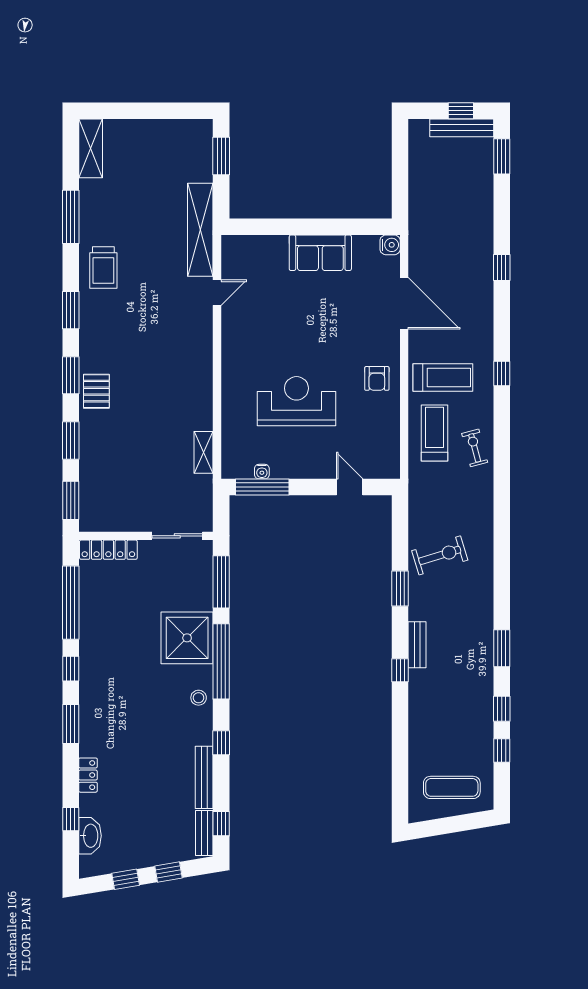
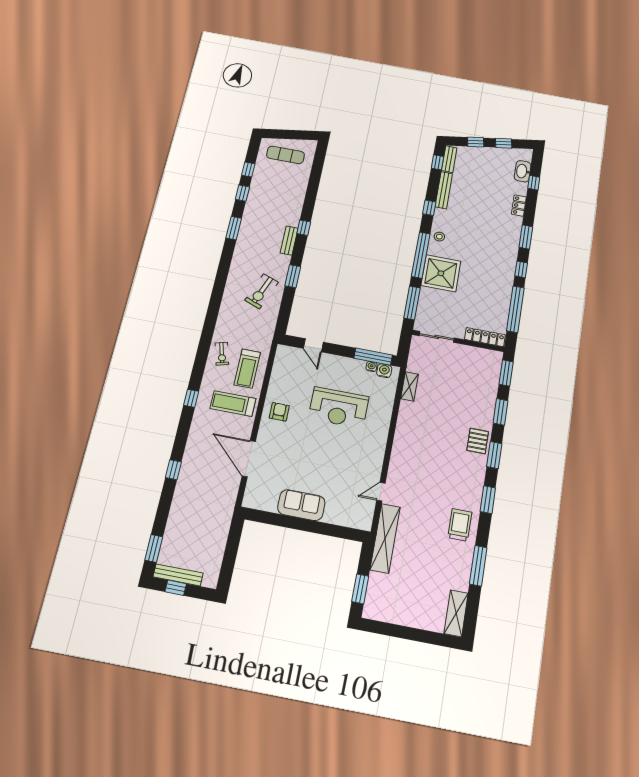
water cooler: (390, 245) -> (384, 371), moved, turned 90
exercise bike: (440, 555) -> (262, 291), turned -52

